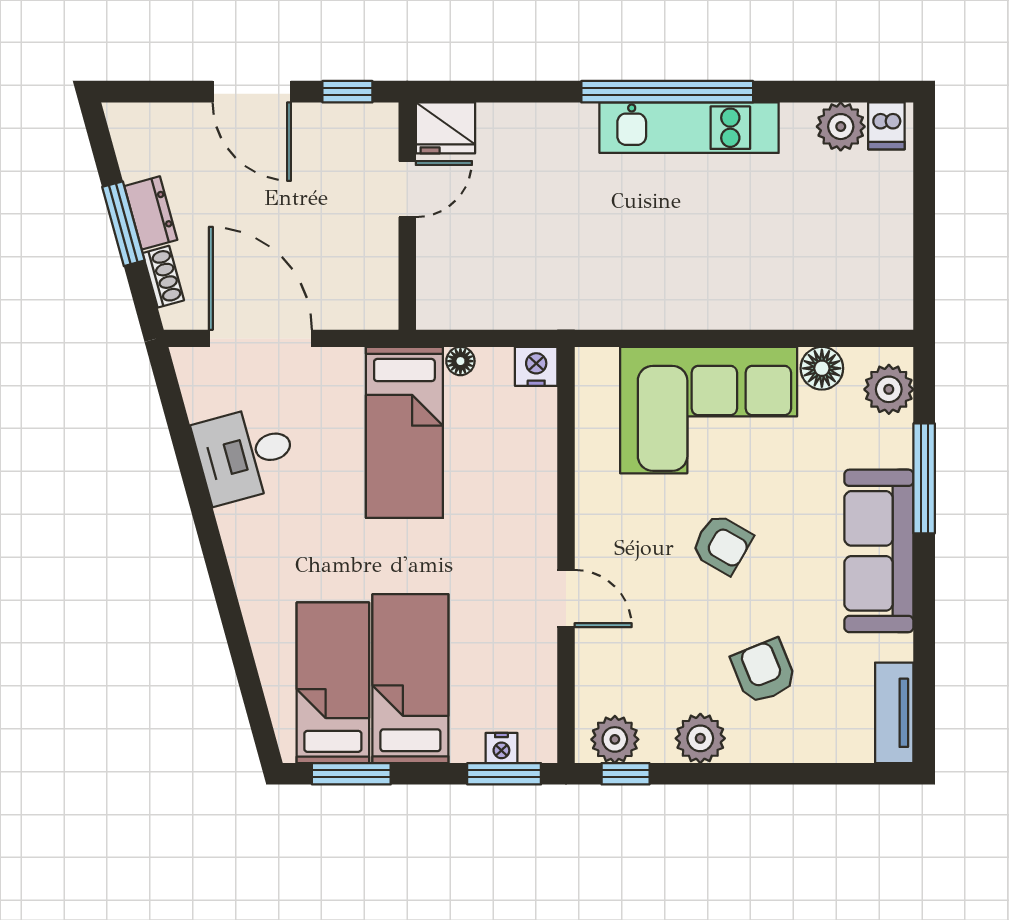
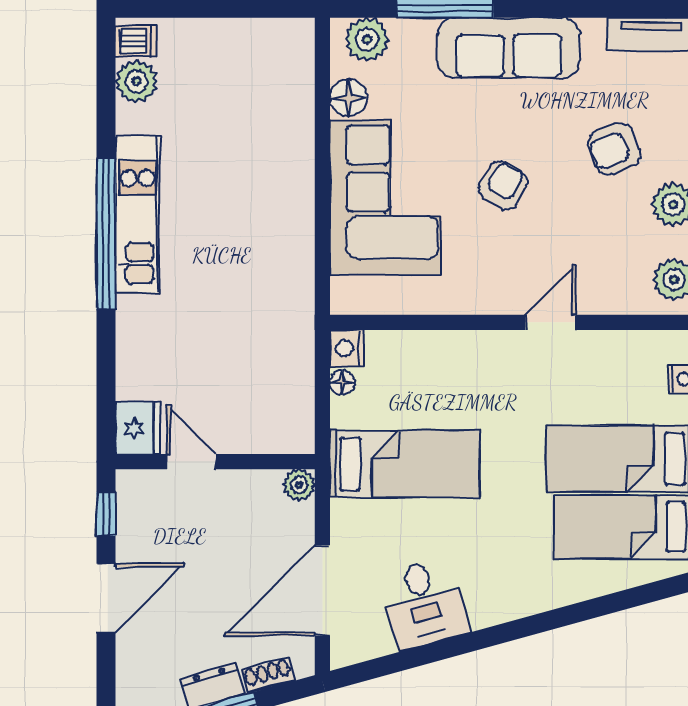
plant: (381, 312) -> (299, 485), added
floor lamp: (460, 361) -> (342, 382), moved

